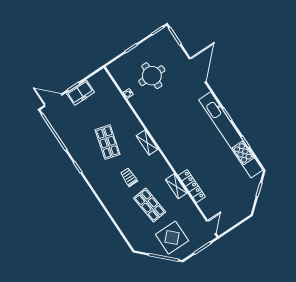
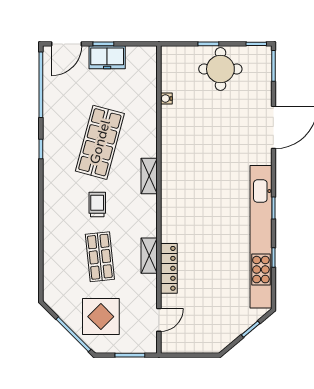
round table: (152, 76) -> (220, 69), moved
door: (53, 100) -> (67, 44), swing flipped
shop shelf: (108, 142) -> (100, 142), width x1.43, depth x1.36
door: (211, 227) -> (159, 320), moved

